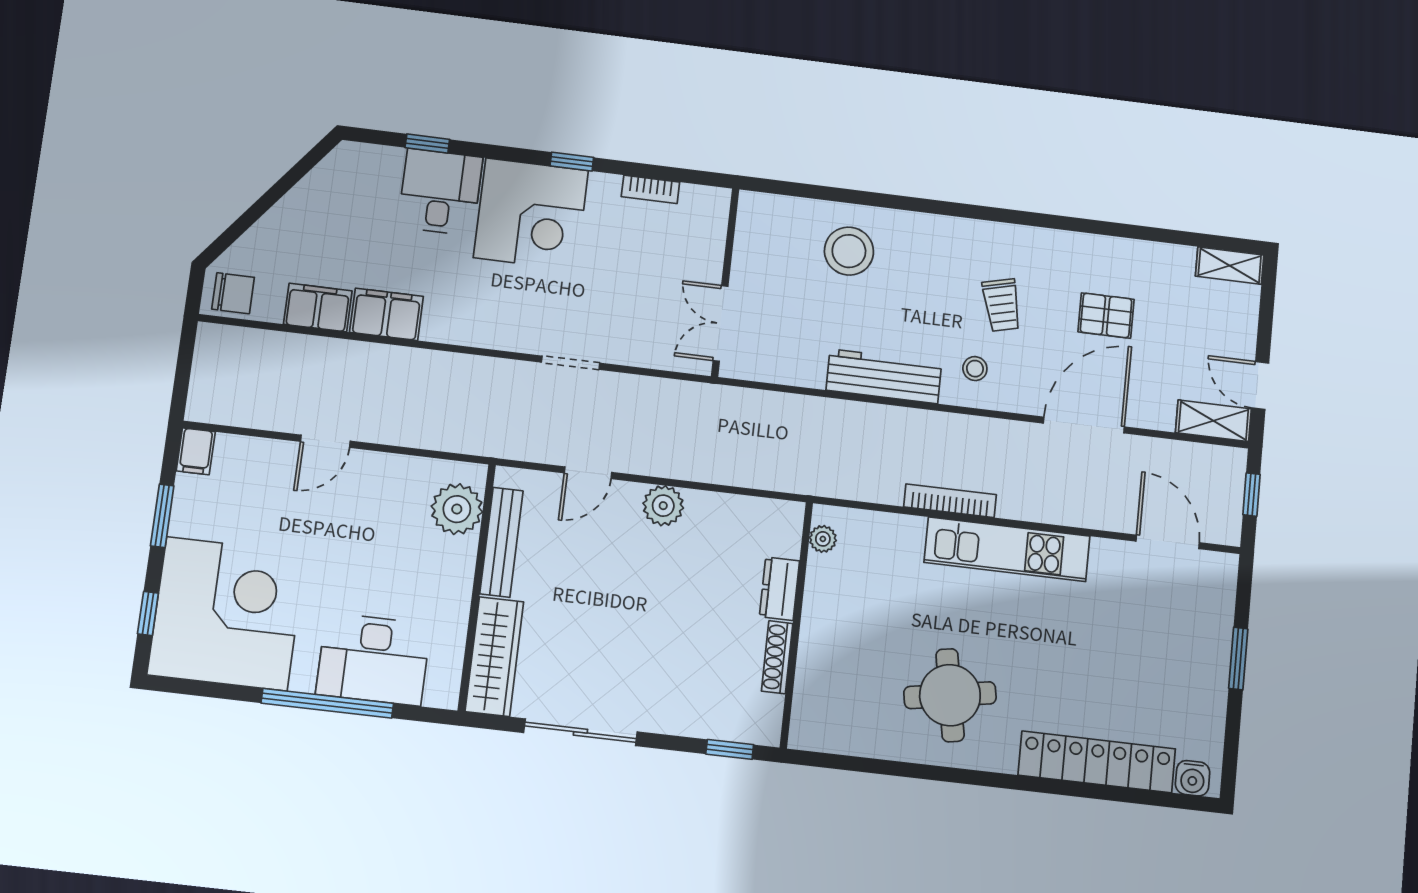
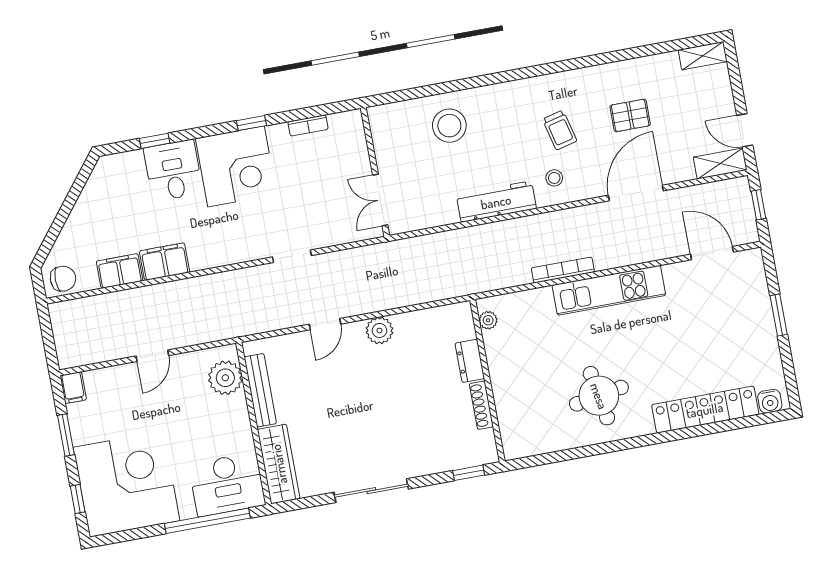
plant: (457, 509) -> (225, 378), moved
bench: (501, 542) -> (260, 390), moved
wall: (477, 587) -> (254, 423), moved
wardrobe: (494, 657) -> (279, 464), moved

